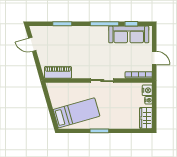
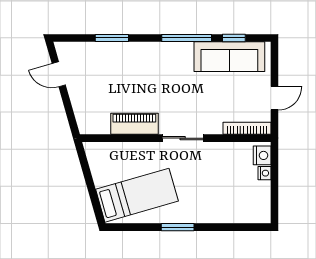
door: (154, 58) -> (275, 98), hinge flipped
piano: (58, 72) -> (134, 124), moved
wardrobe: (146, 118) -> (260, 204), removed

